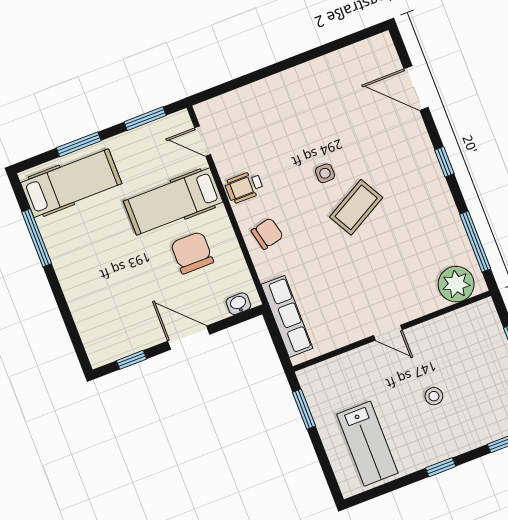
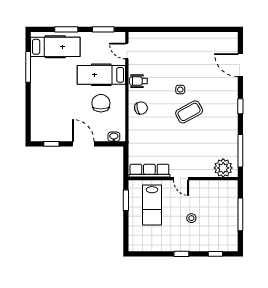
row of seats: (287, 316) -> (149, 171), moved, turned -90
lab bench: (367, 444) -> (152, 205), moved

